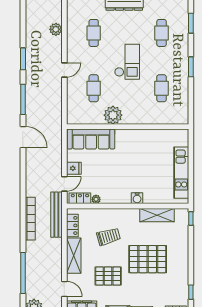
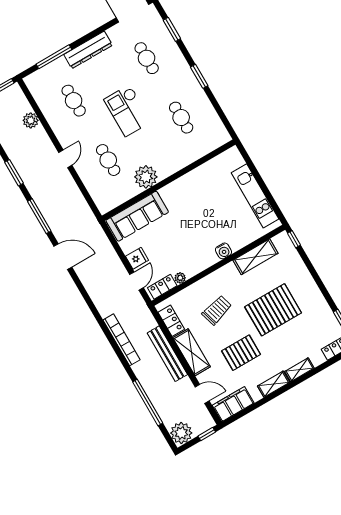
checkout: (127, 62) -> (128, 111), turned 180
bench: (56, 215) -> (167, 354), moved

